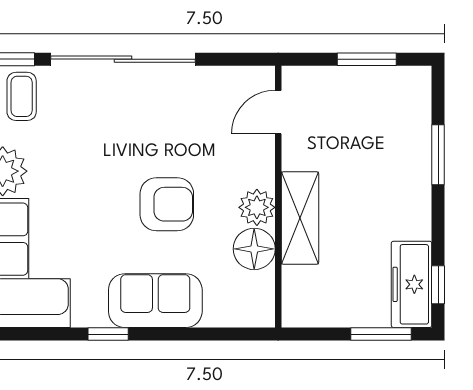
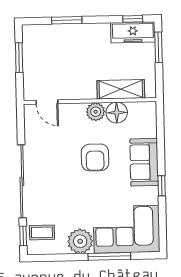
armchair: (167, 204) -> (95, 157), turned 180
shelving: (300, 218) -> (121, 89), moved

